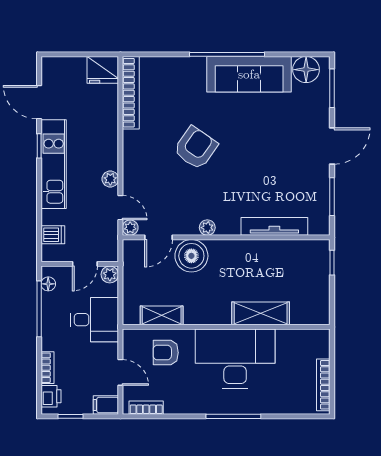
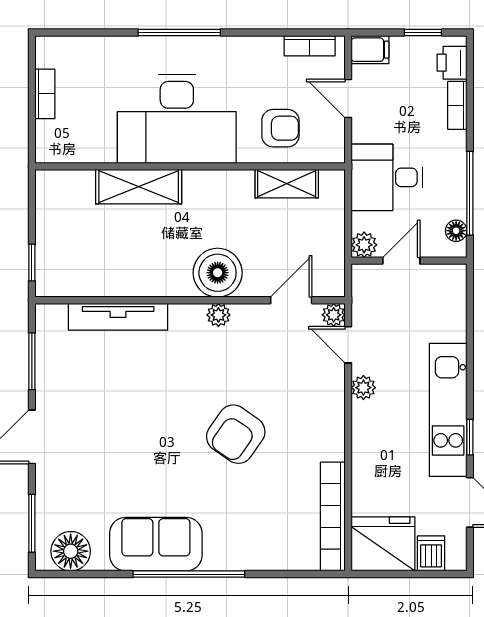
fridge: (103, 70) -> (383, 544), width x1.36, depth x1.34
sofa: (249, 74) -> (156, 544), width x0.73
dishwasher: (53, 235) -> (431, 553), moved, turned 90
boiler: (191, 256) -> (218, 273), moved
bookcase: (323, 385) -> (45, 94), width x0.64

